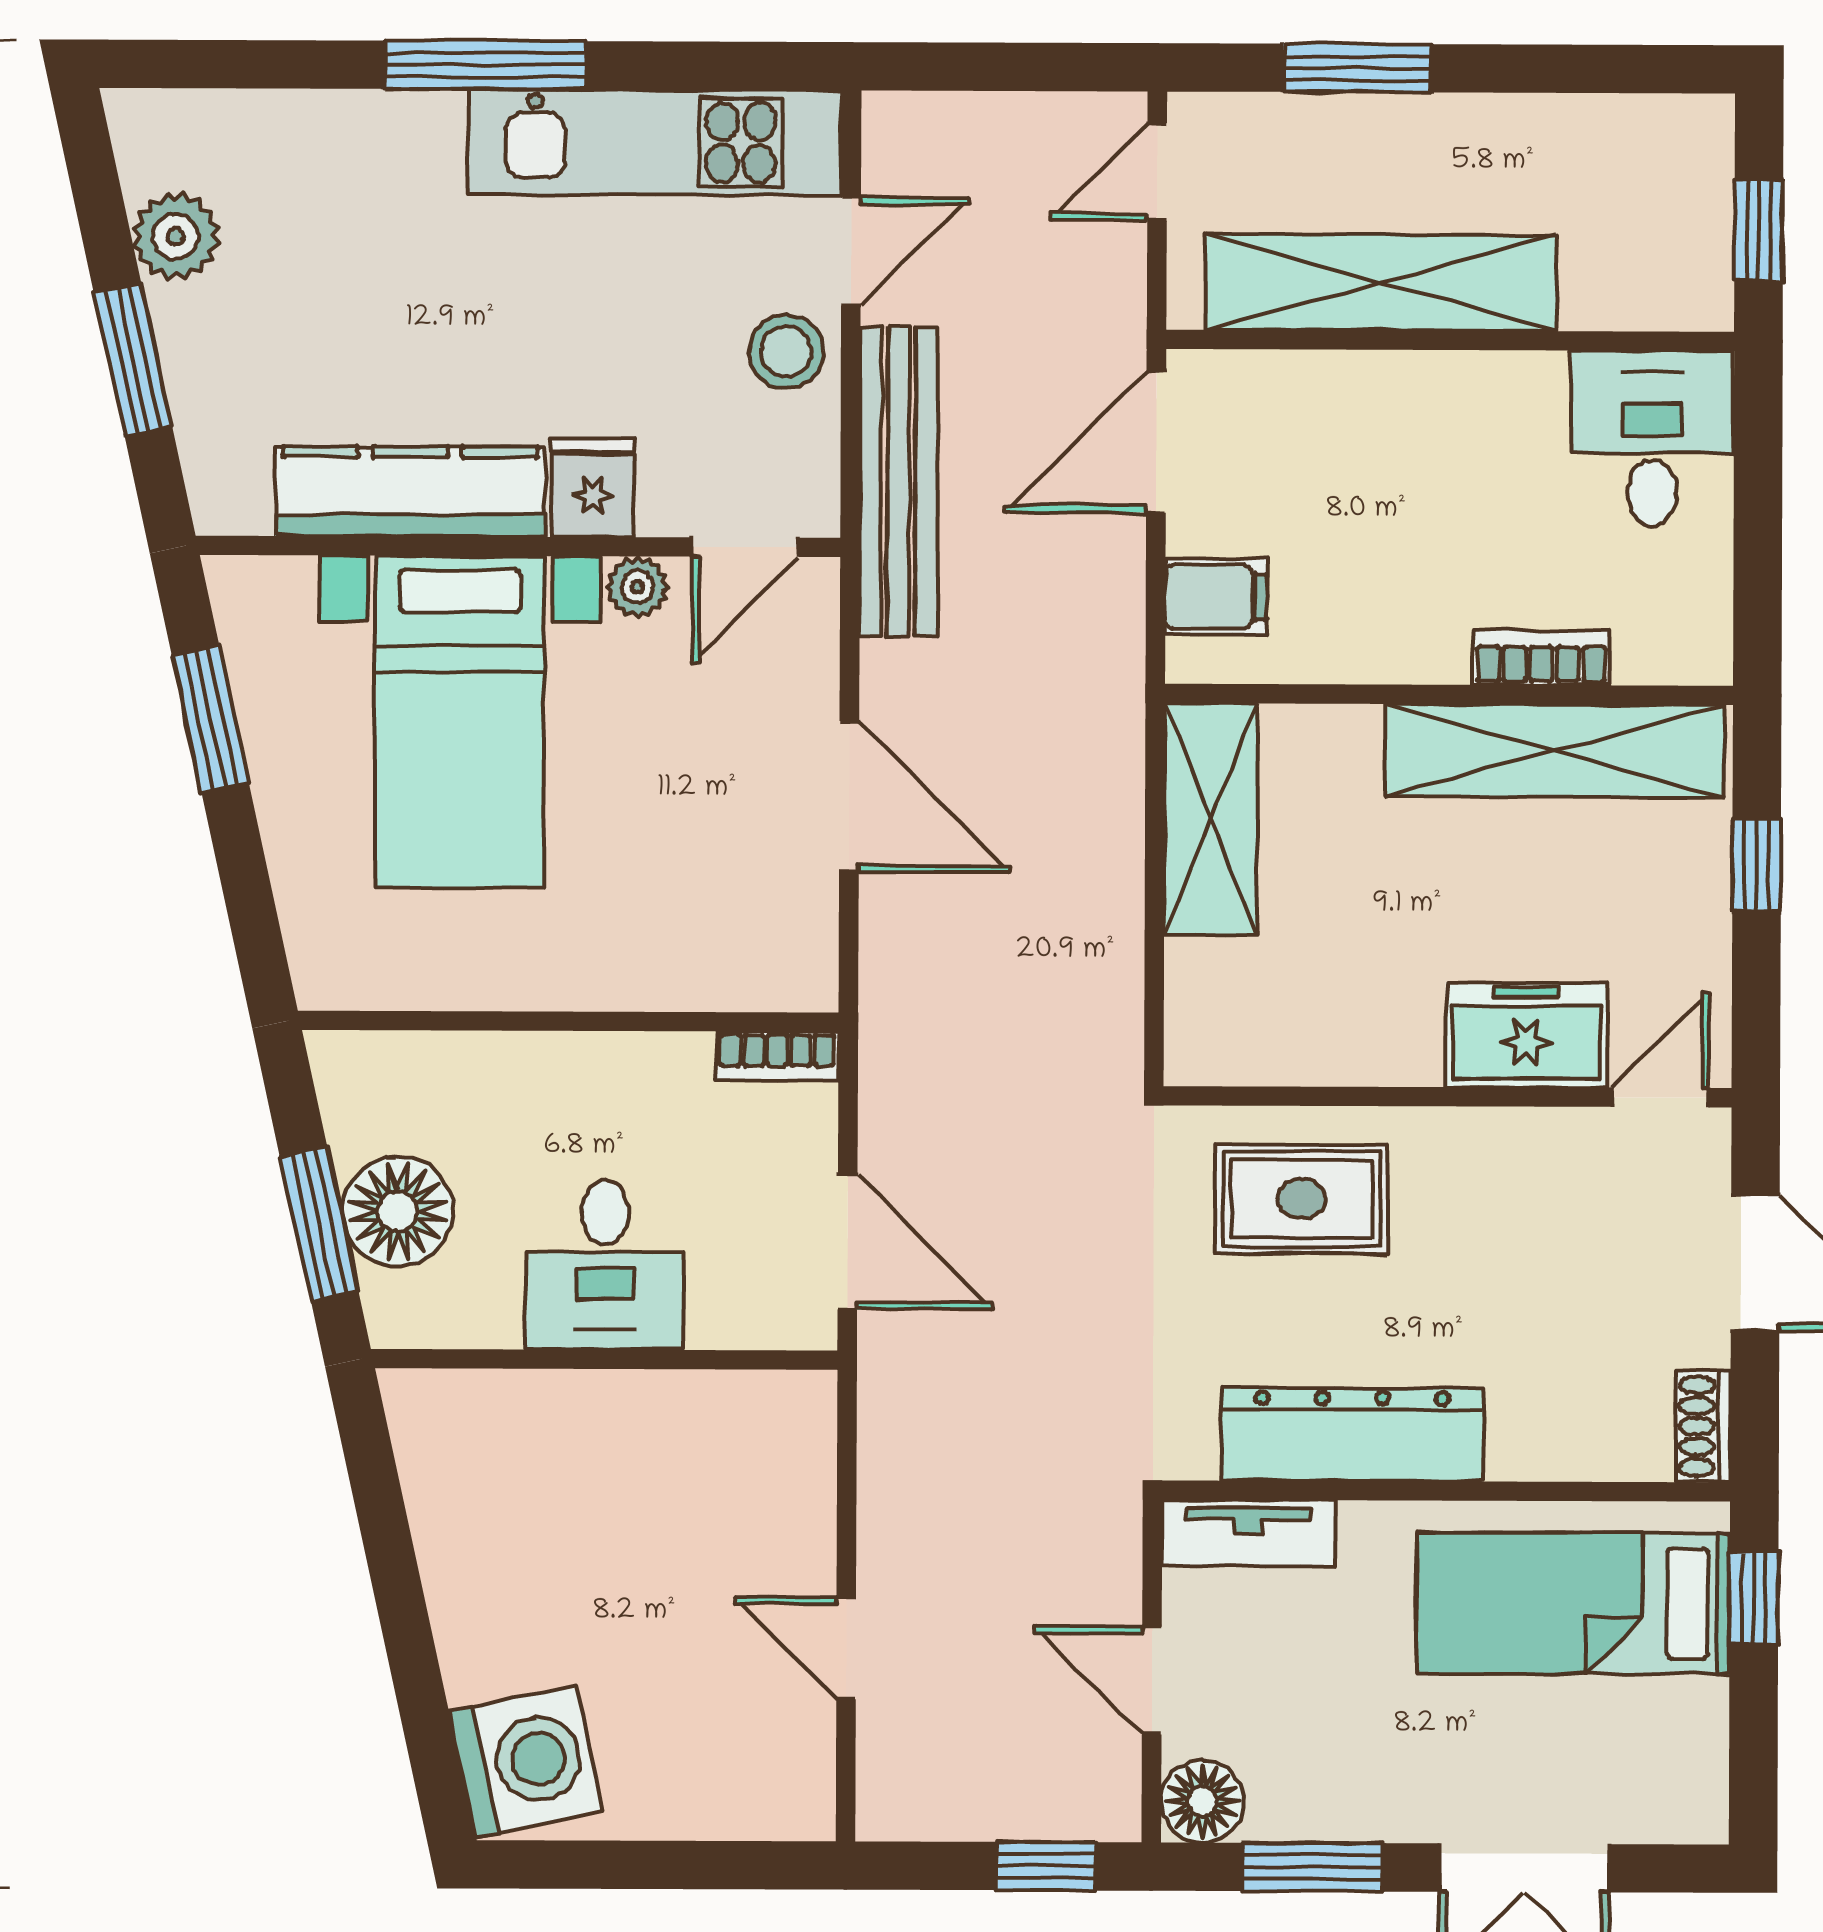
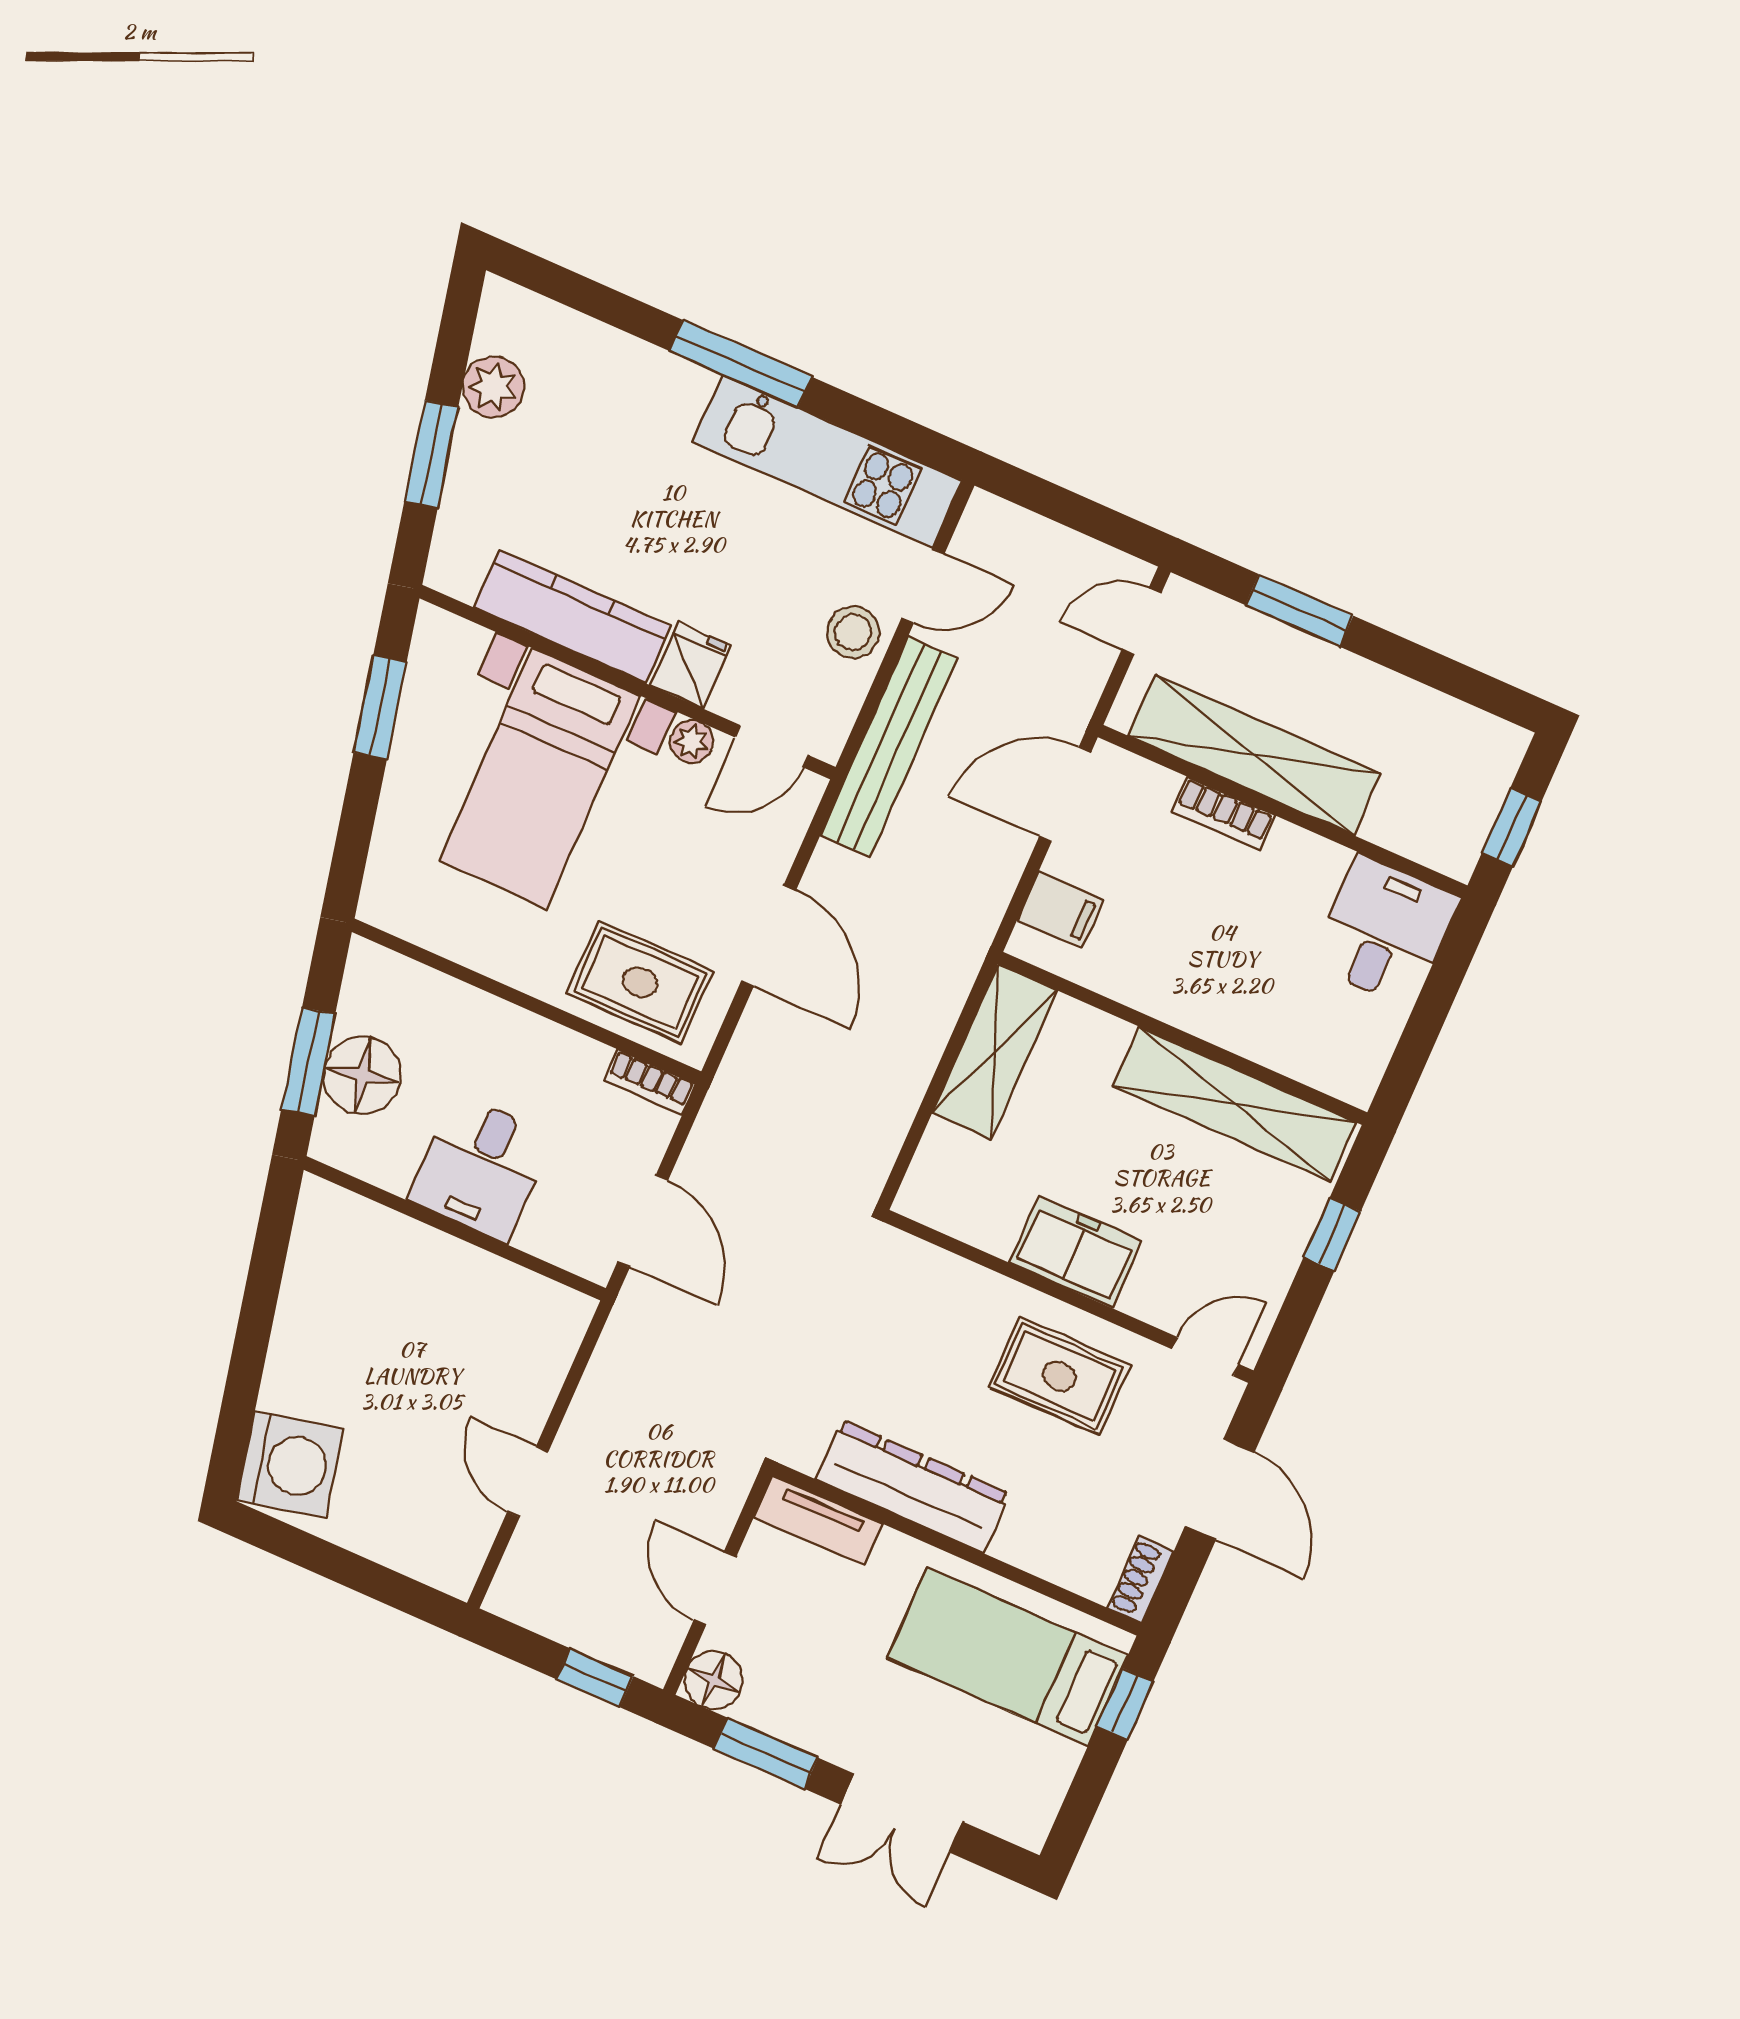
bookcase: (1541, 658) -> (1223, 814), moved, turned 180
rug: (707, 931) -> (640, 982), added
freezer: (1526, 1035) -> (1075, 1252), moved
rug: (1302, 1199) -> (1059, 1376), moved

